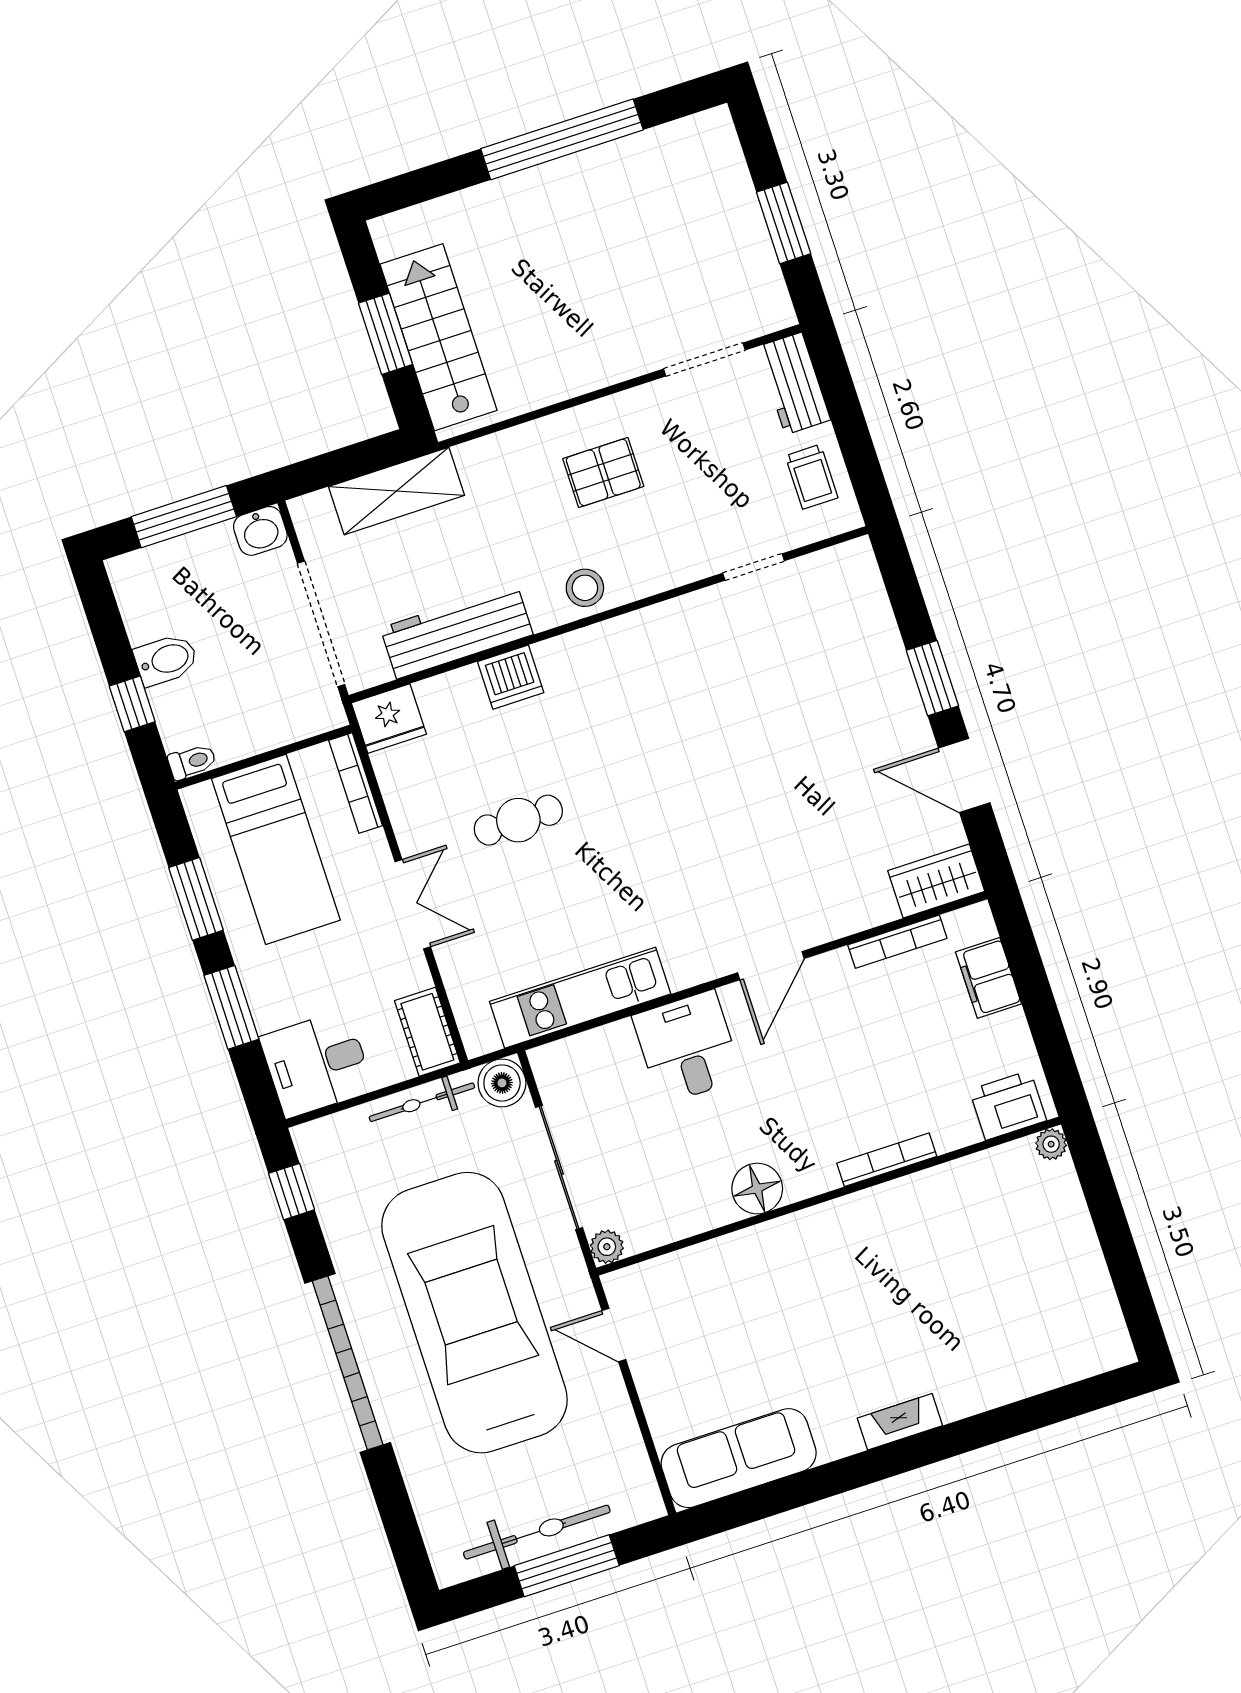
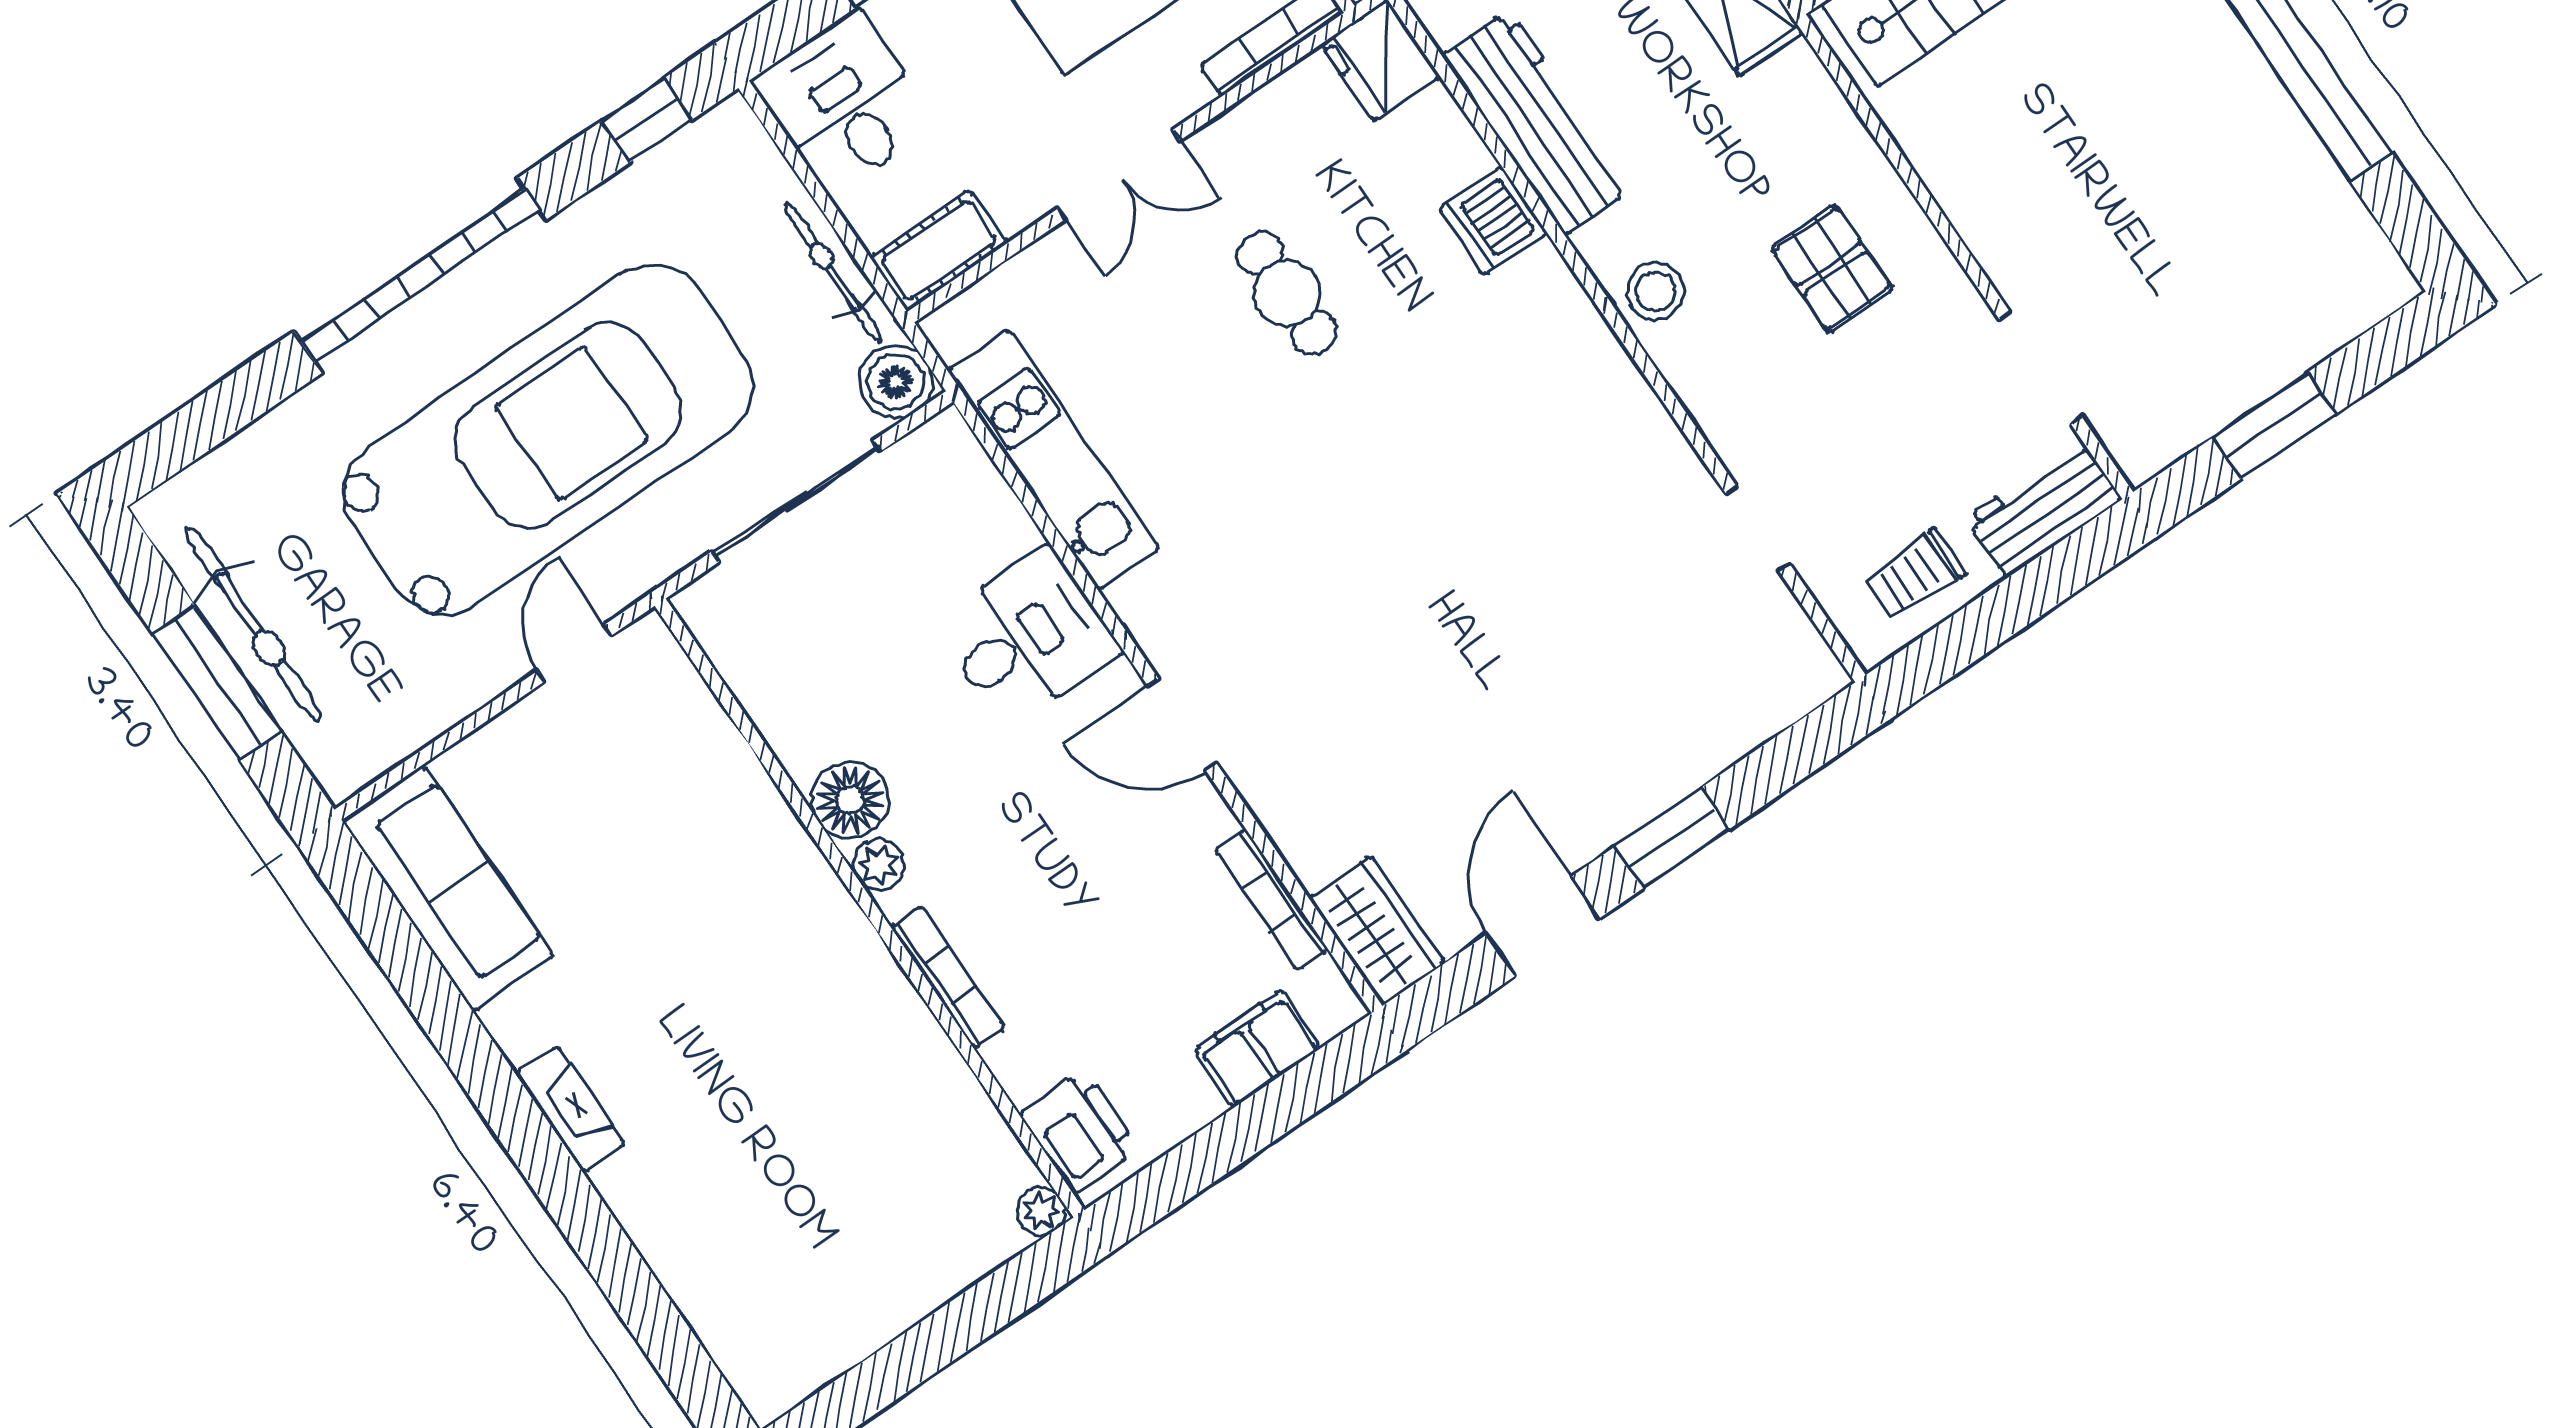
plant: (607, 1247) -> (879, 865), moved

